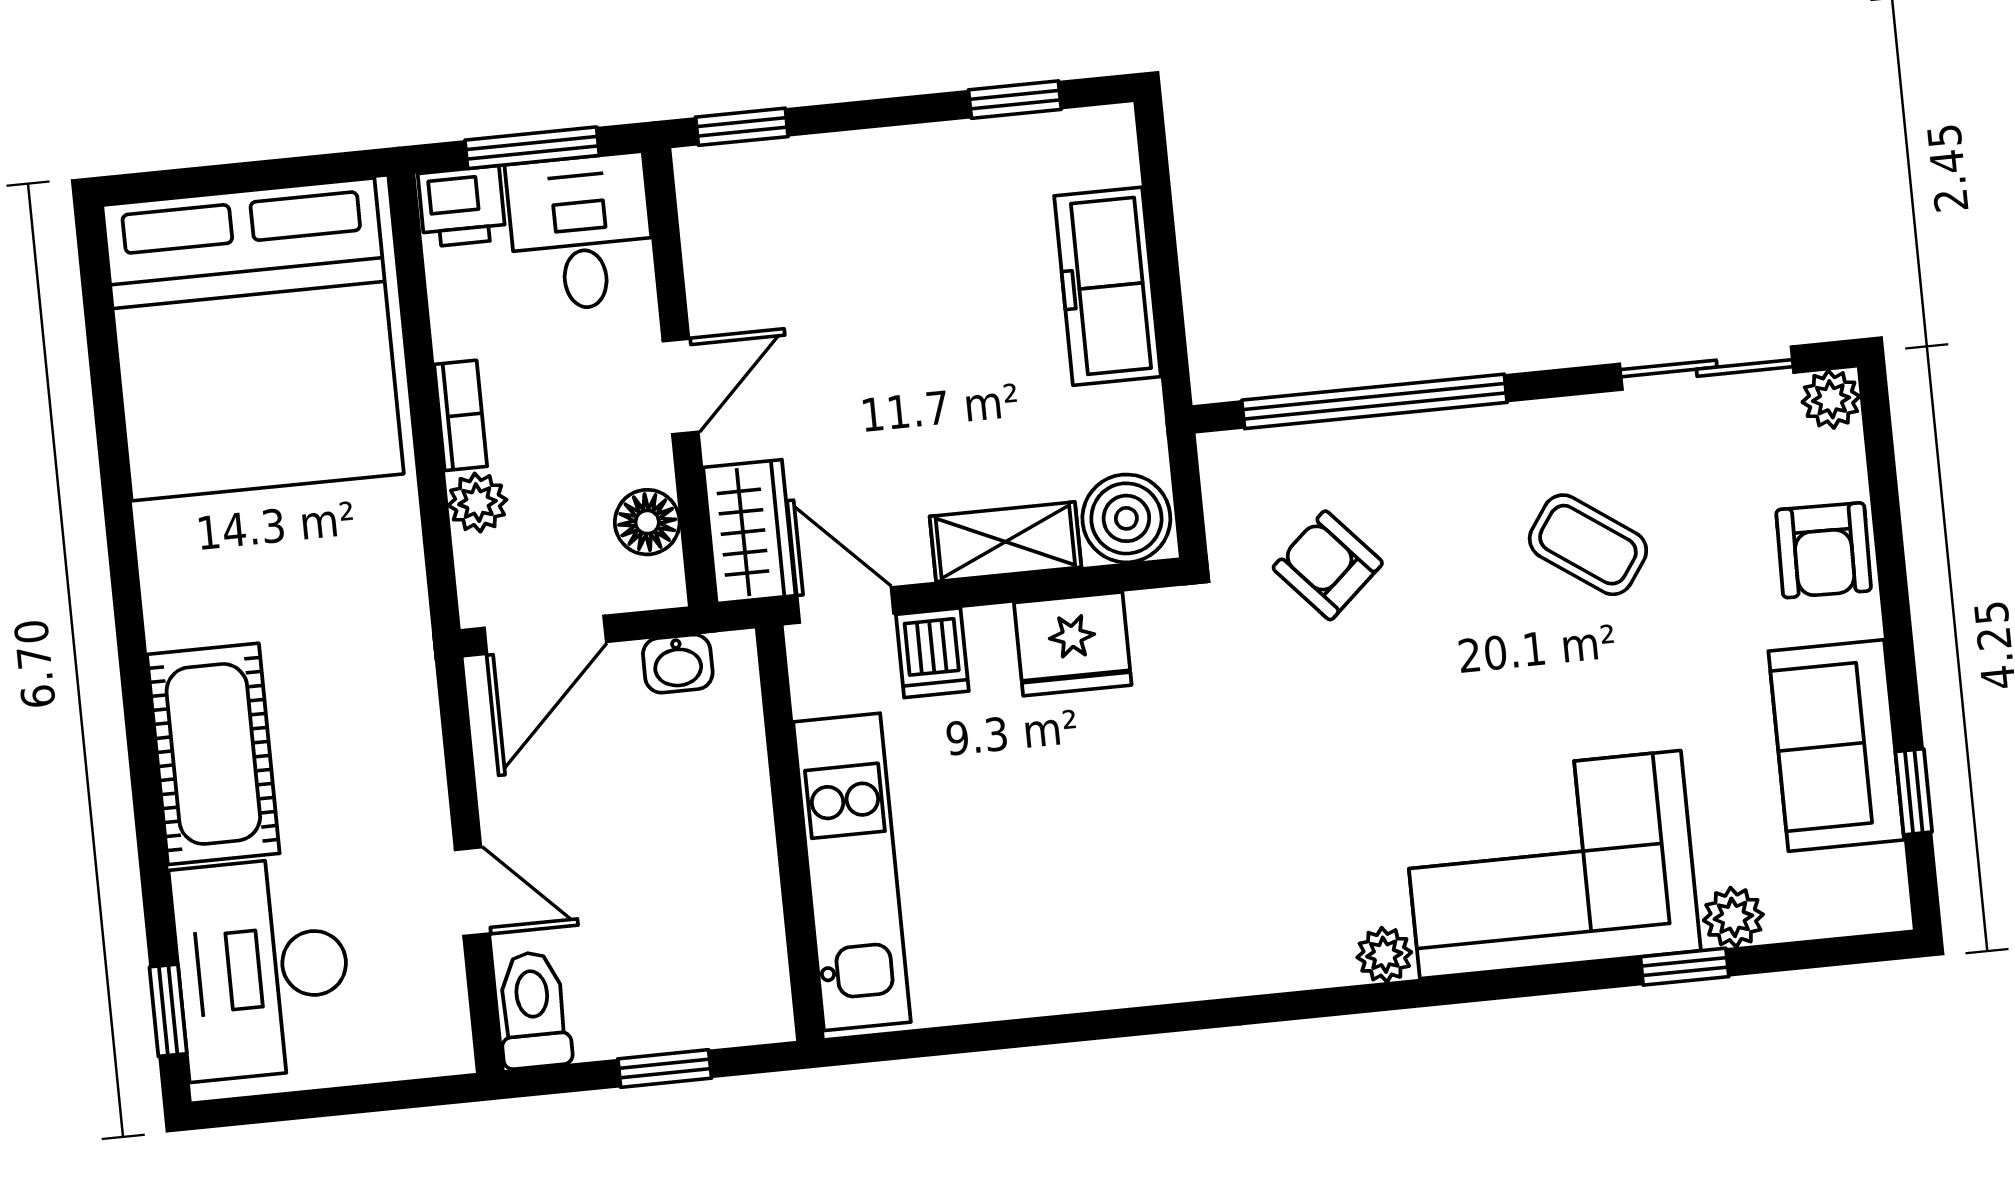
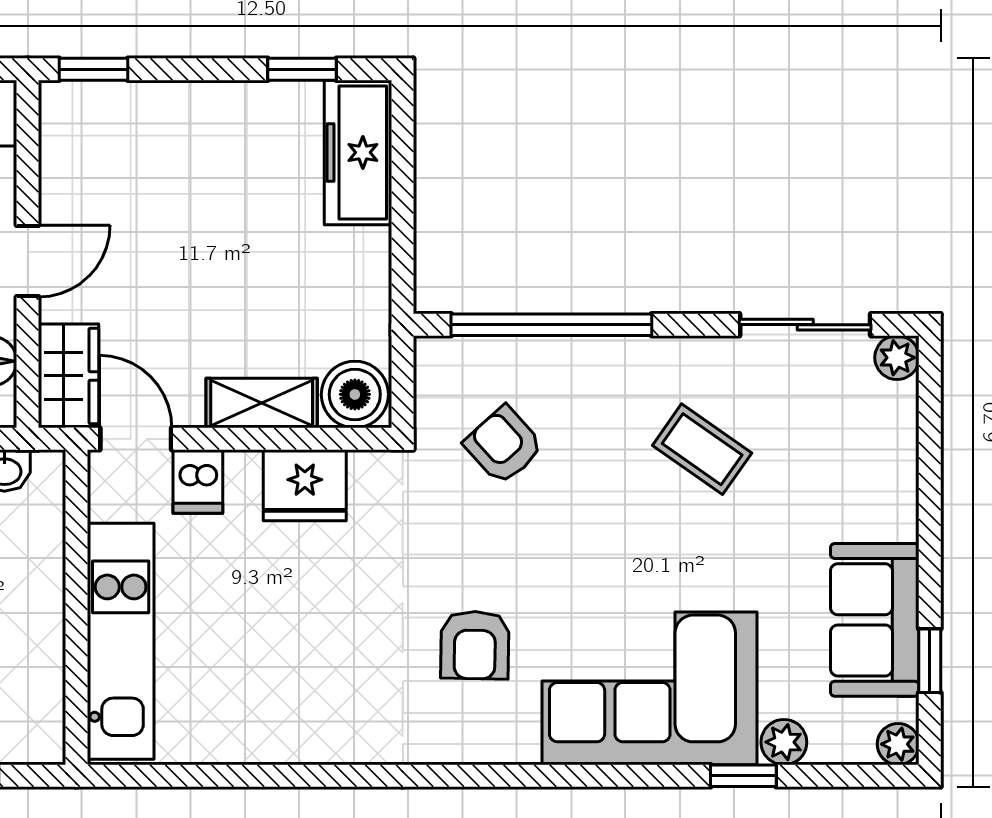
freezer: (1107, 286) -> (358, 152), moved
armchair: (1824, 550) -> (475, 645), moved
plant: (1384, 955) -> (898, 744), moved

